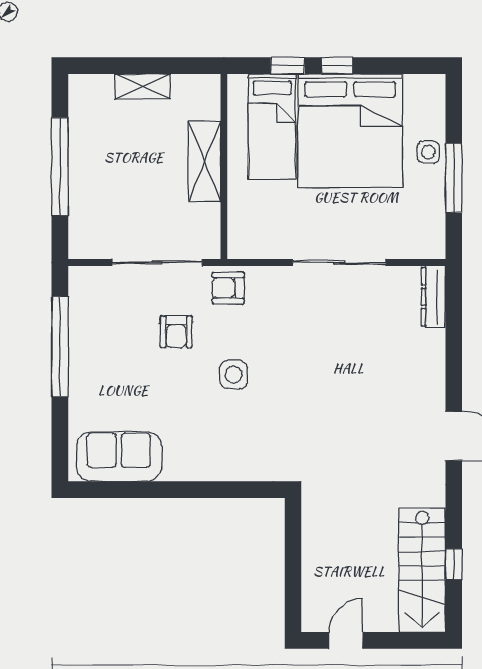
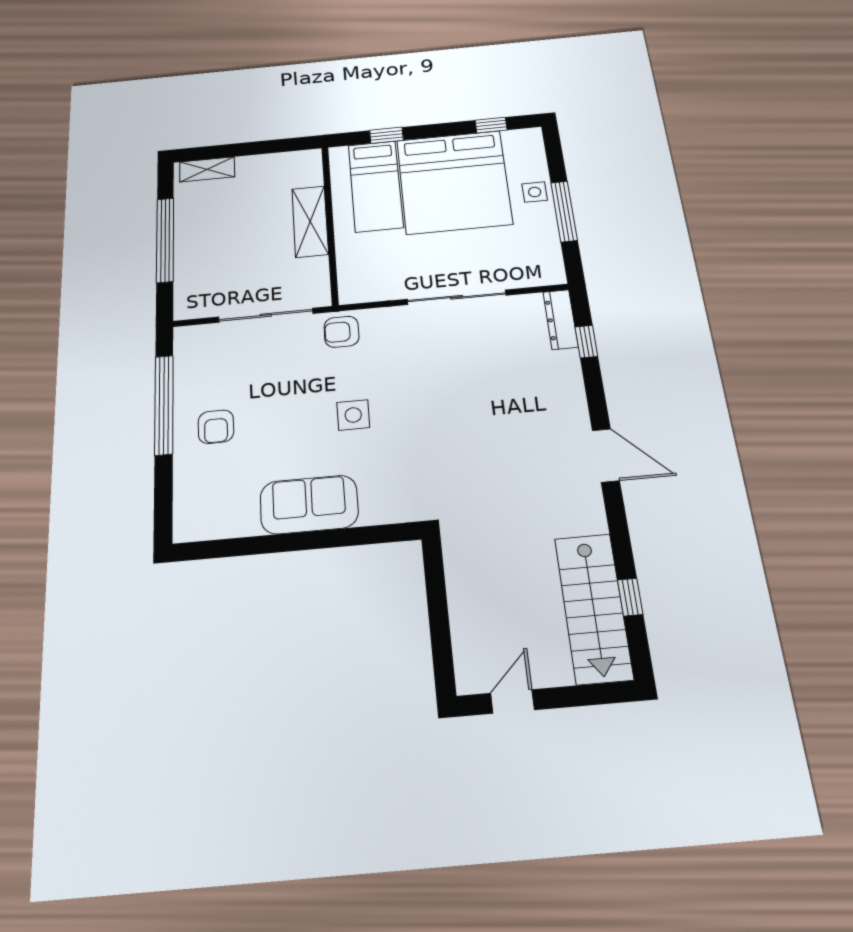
window: (337, 66) -> (491, 125), moved
shelving: (143, 86) -> (207, 169), moved
window: (454, 322) -> (586, 342), added
armchair: (176, 332) -> (216, 427), moved
sofa: (119, 457) -> (309, 505), moved

